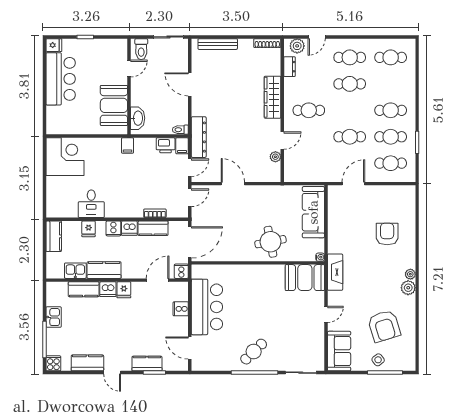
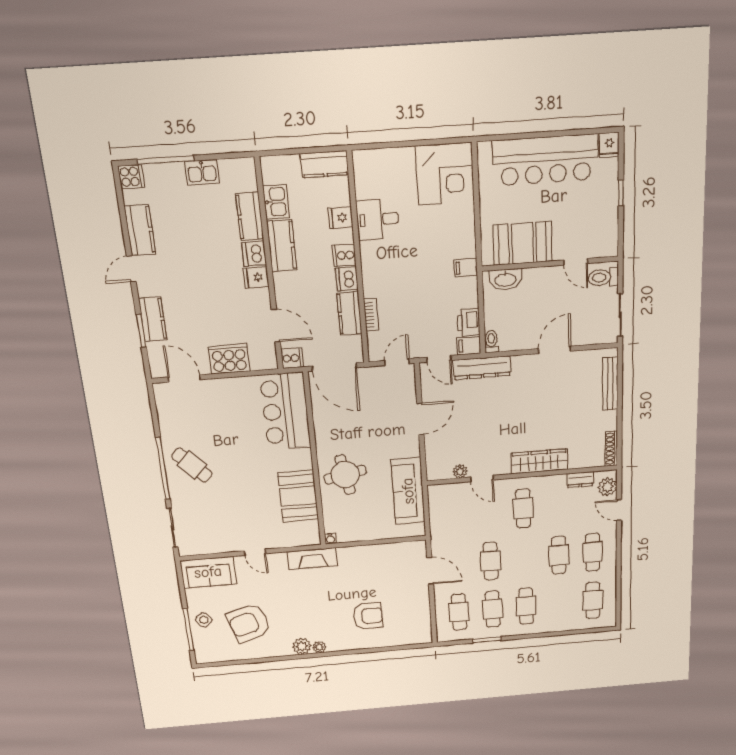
bar counter: (61, 79) -> (546, 160), width x1.36
door: (190, 198) -> (397, 362), swing flipped
sofa: (313, 212) -> (408, 491), moved, turned -90
booth: (305, 278) -> (298, 496), moved
bar counter: (207, 307) -> (286, 411), moved, turned 90
cooker: (181, 309) -> (229, 359), width x1.87, depth x1.31
door: (190, 348) -> (184, 378), hinge flipped

